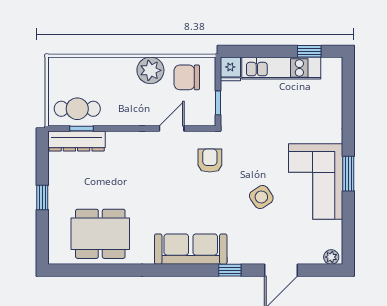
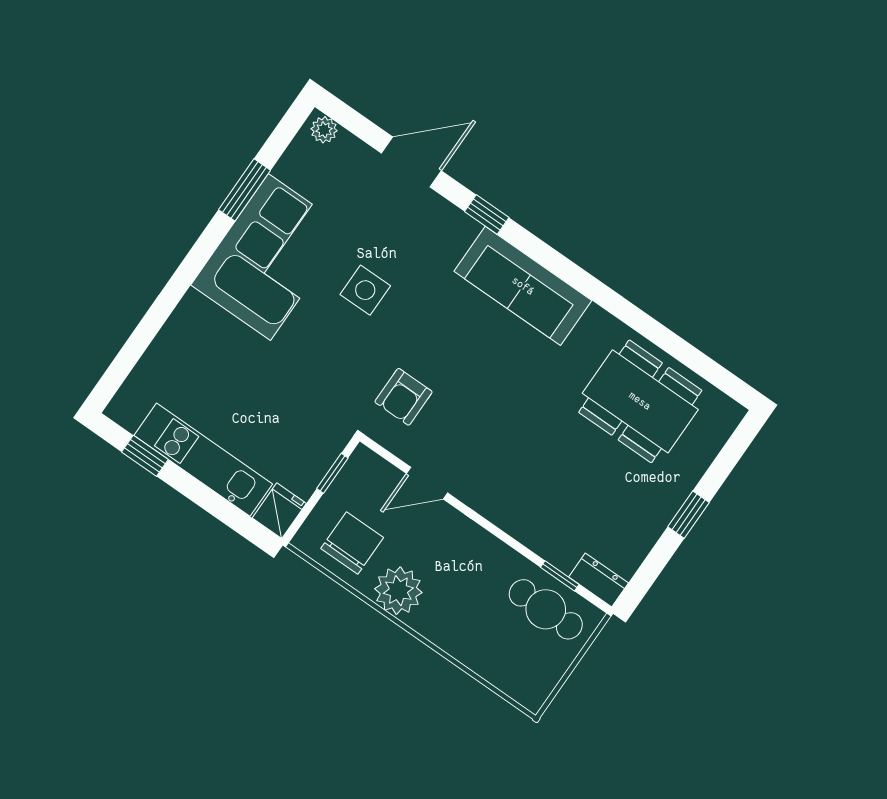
chair: (187, 77) -> (352, 543), turned -90
dresser: (77, 141) -> (599, 580), width x0.51, depth x0.80
window: (348, 174) -> (245, 190), moved
side table: (261, 197) -> (365, 290), turned 34

